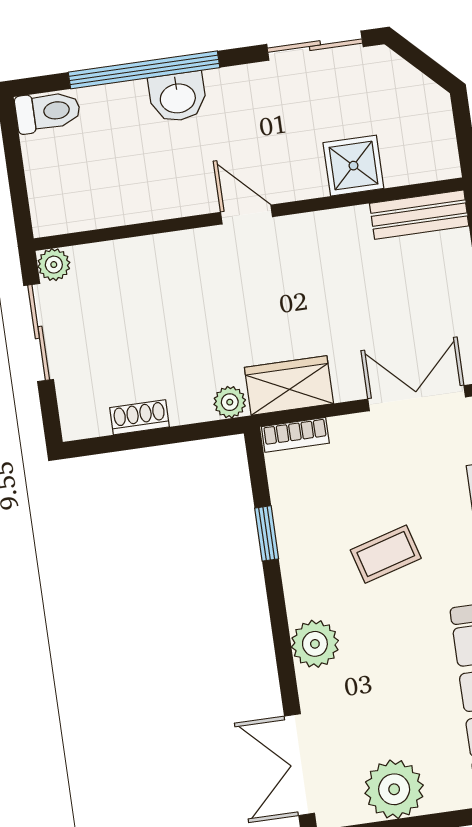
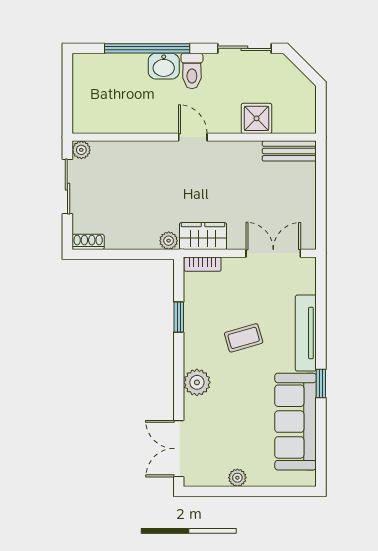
toilet: (48, 112) -> (192, 71), moved, turned 90
shoe rack: (139, 417) -> (88, 242), moved
plant: (394, 789) -> (237, 478), width x0.53, depth x0.53

